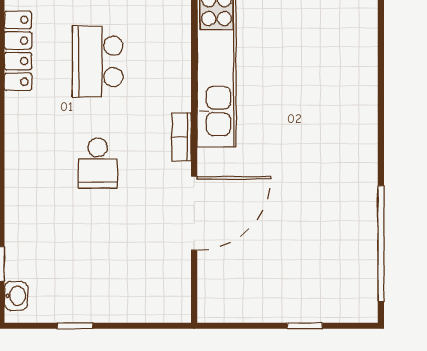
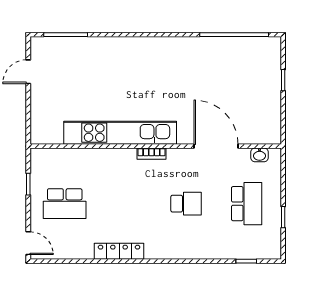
school desk: (98, 61) -> (247, 204), moved, turned -90
bookcase: (181, 137) -> (151, 154), moved
washbasin: (16, 296) -> (259, 155), moved, turned 180

